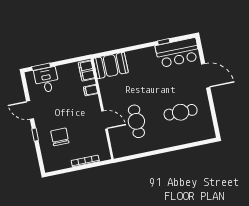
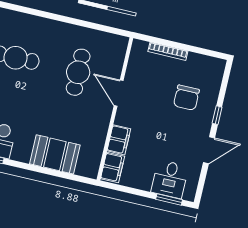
booth: (111, 65) -> (55, 154), moved
filing cabinet: (91, 90) -> (119, 140), width x2.00
door: (30, 110) -> (209, 150), hinge flipped

